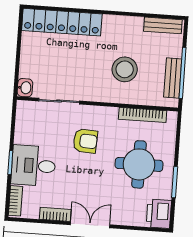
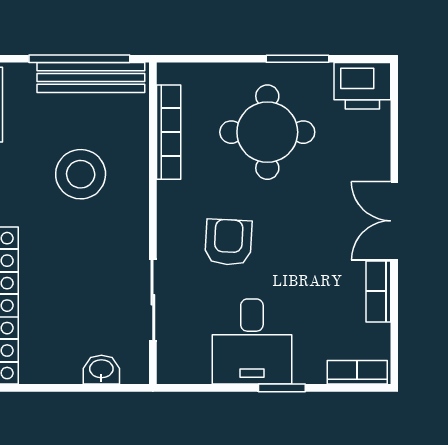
bench: (173, 78) -> (91, 78), width x1.36
washbasin: (25, 88) -> (101, 370), moved
desk: (33, 166) -> (252, 342), moved

